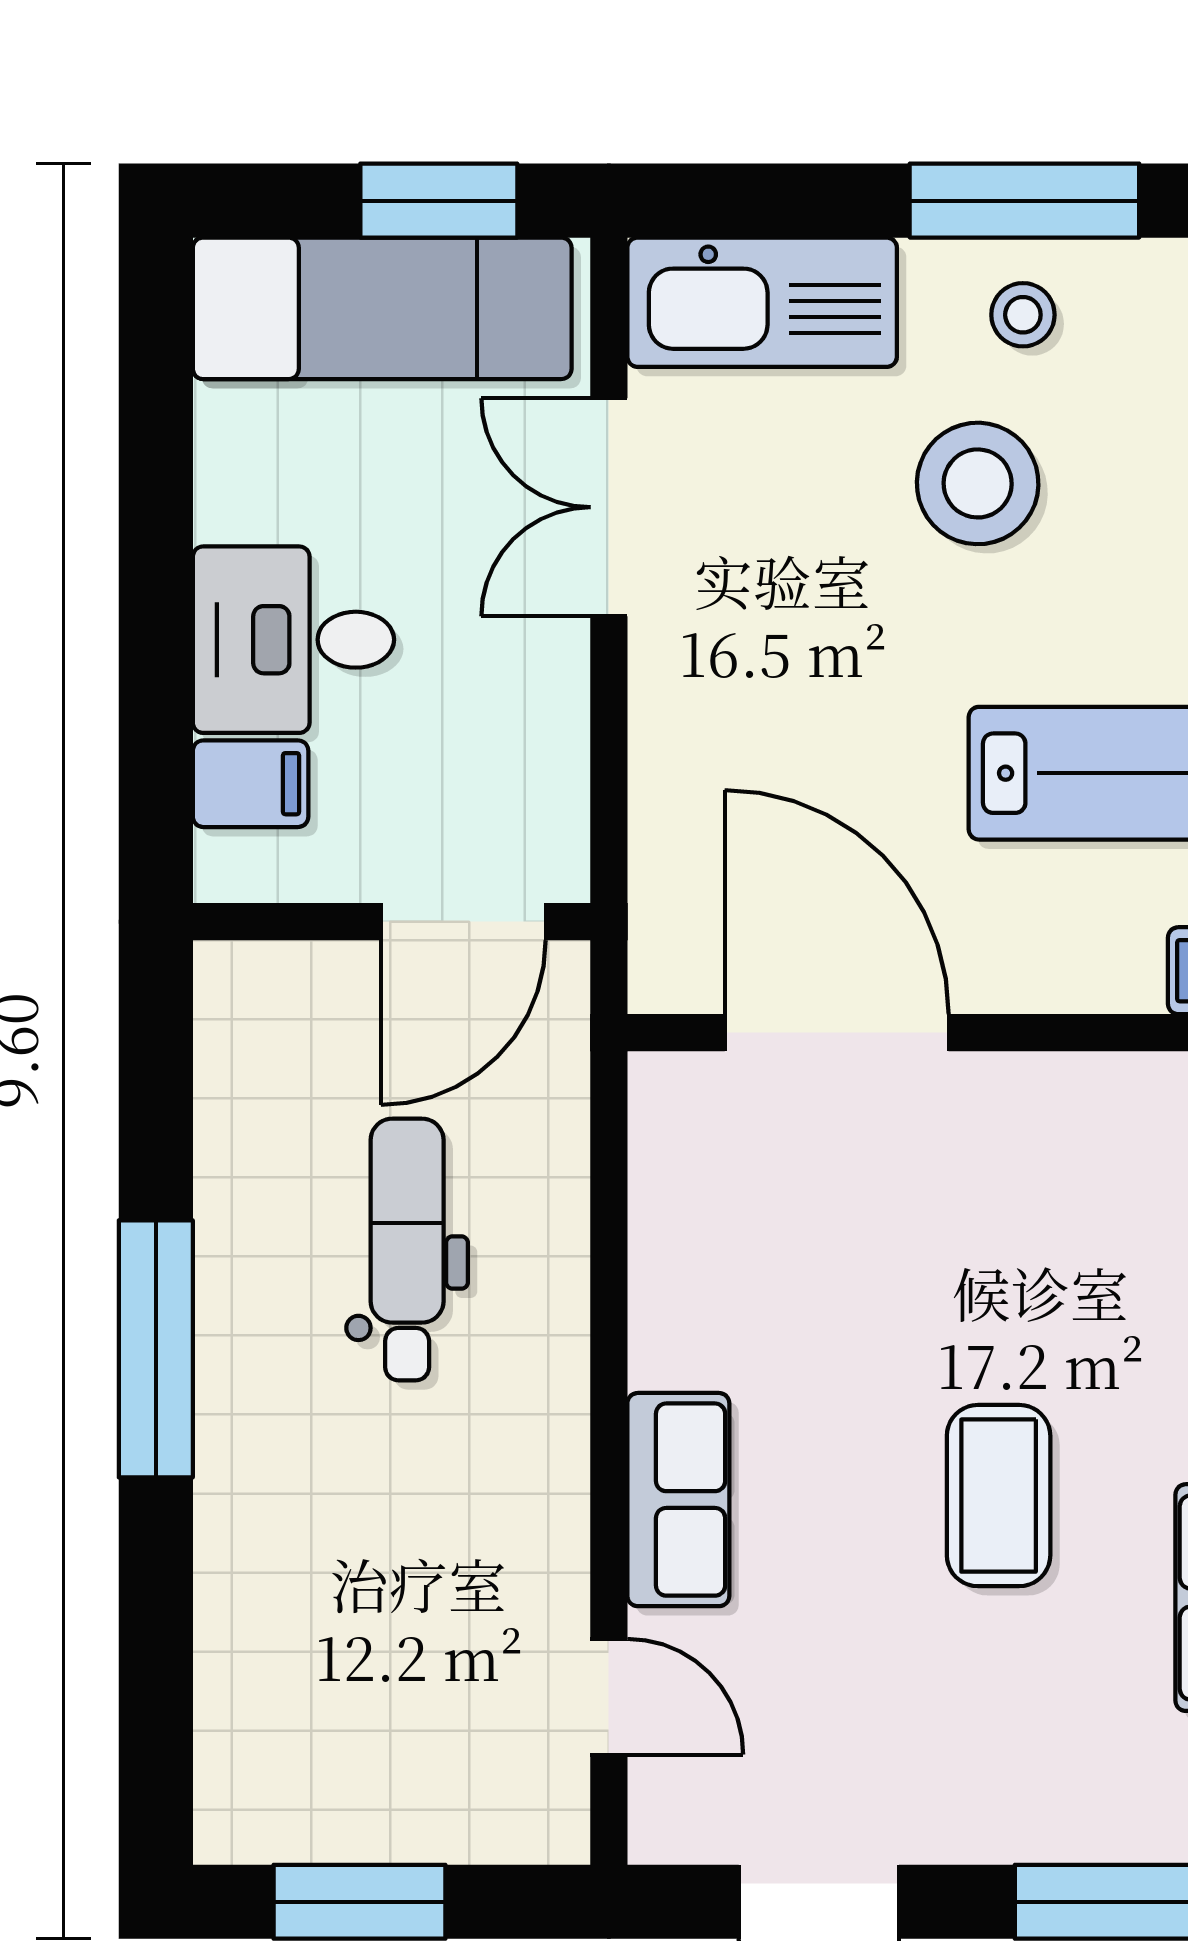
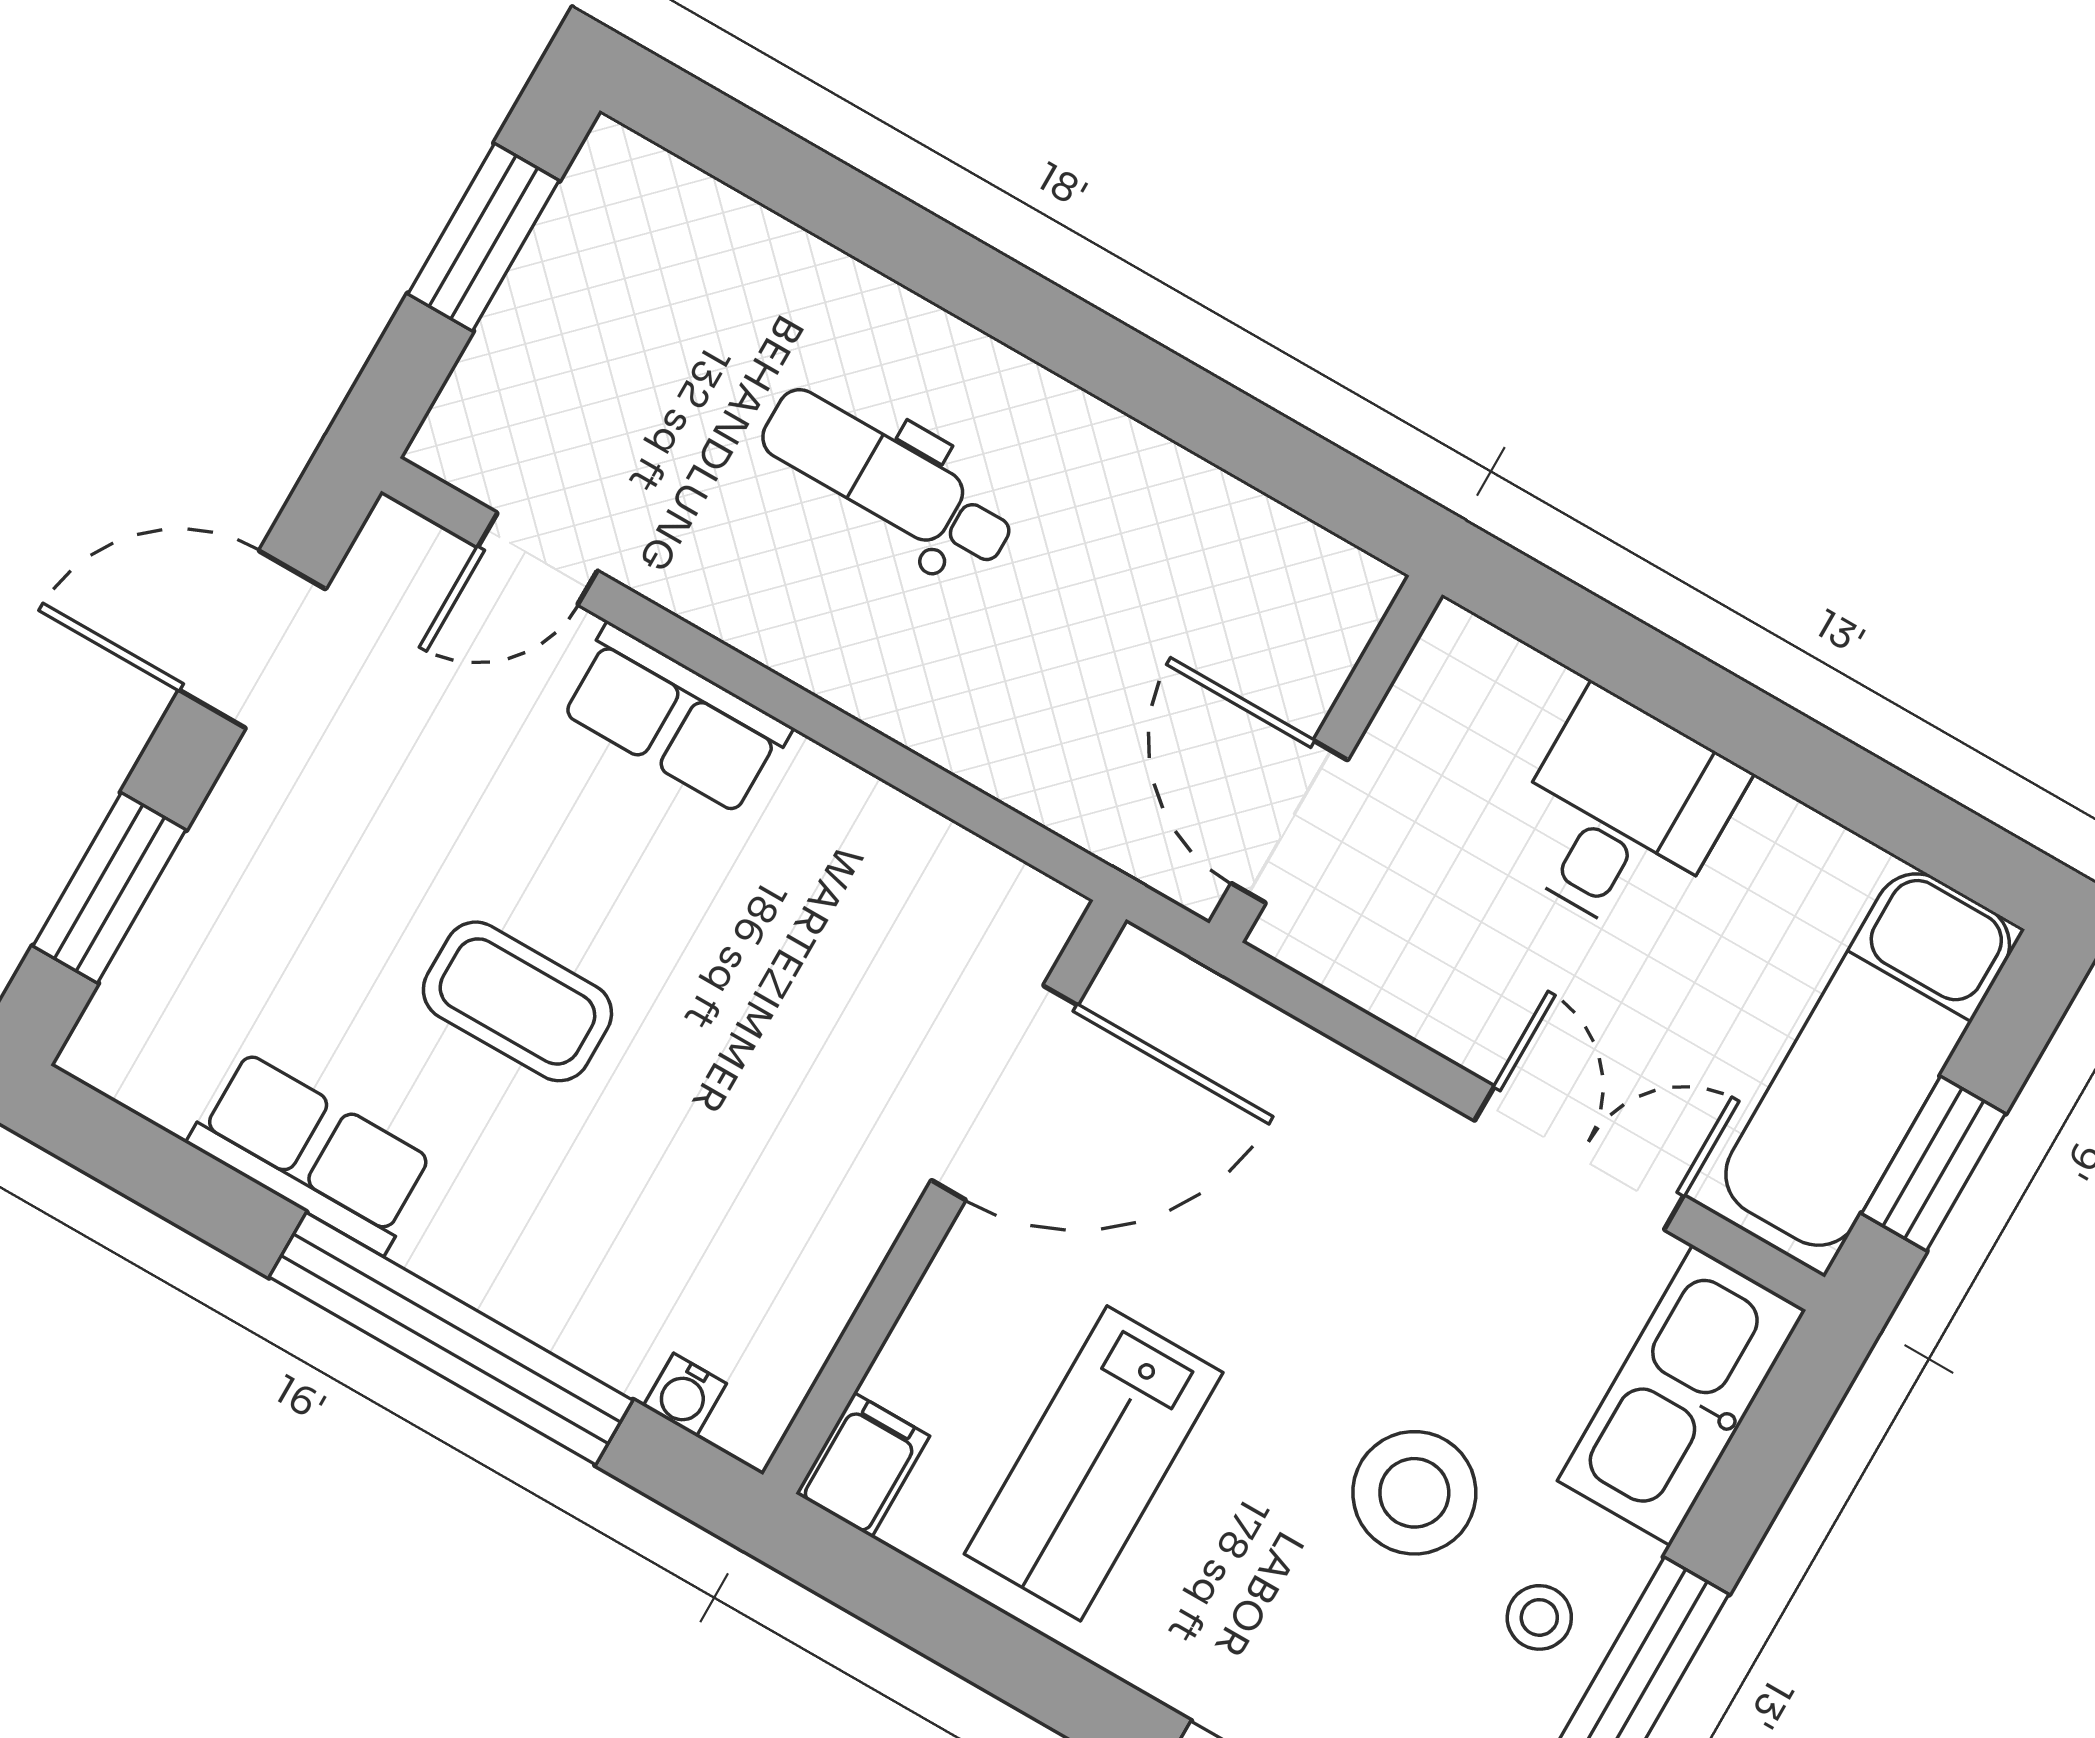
filing cabinet: (251, 784) -> (1518, 705), removed
dental chair: (407, 1249) -> (888, 479), moved, turned 180
window: (156, 1349) -> (1070, 337), removed

